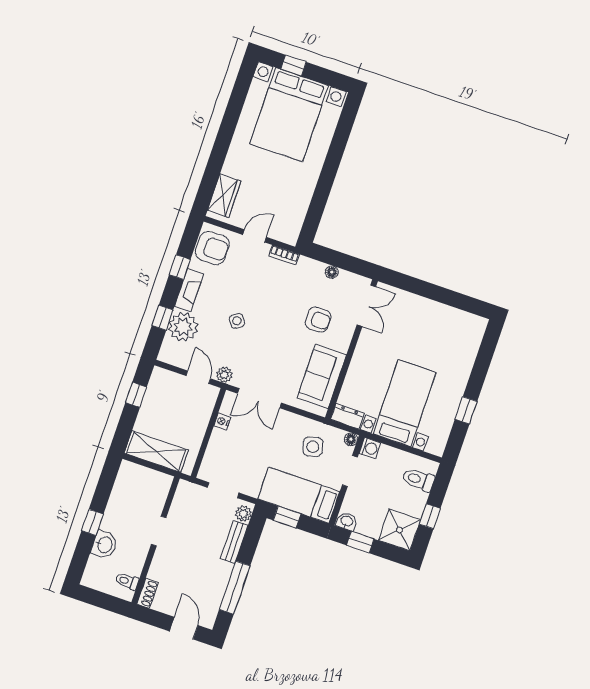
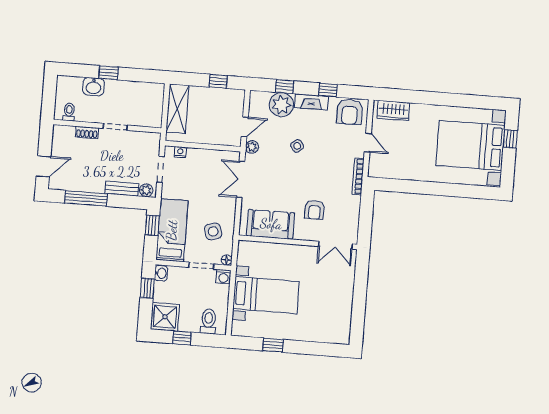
bookcase: (284, 255) -> (358, 176), width x1.56
floor lamp: (332, 272) -> (355, 211), removed
dresser: (347, 416) -> (244, 253), removed
nightstand: (222, 421) -> (180, 152), moved
shoe rack: (148, 593) -> (87, 132), moved

